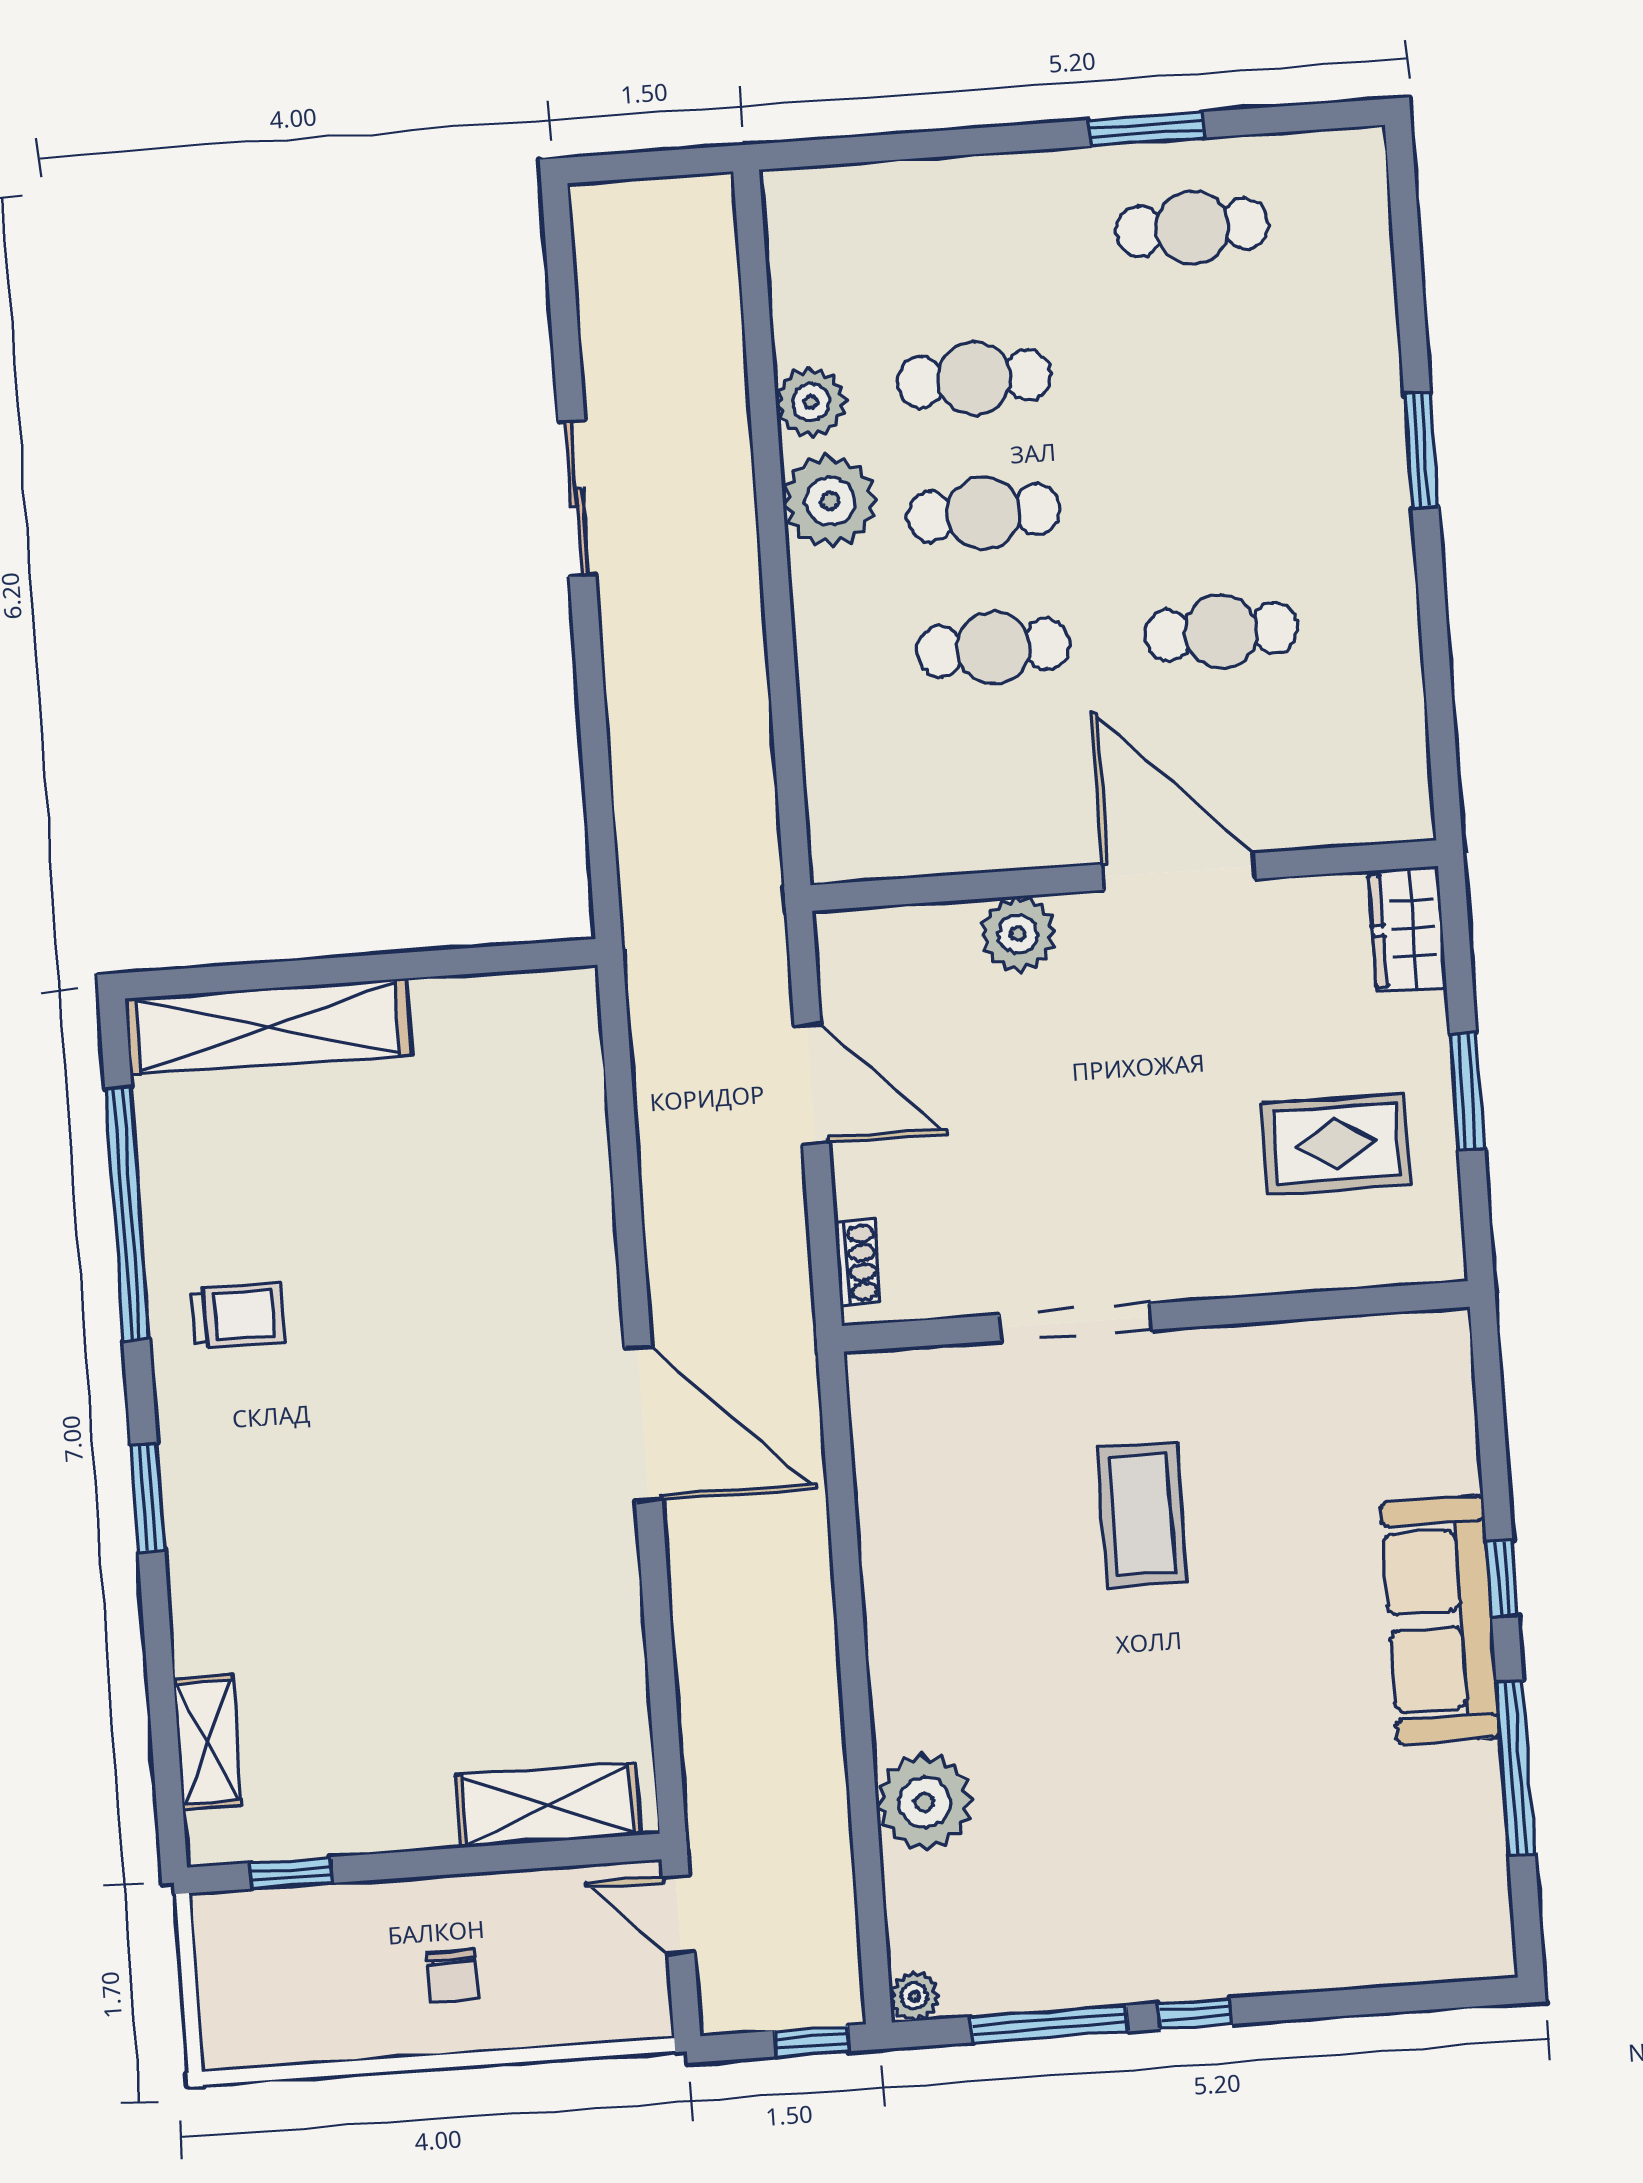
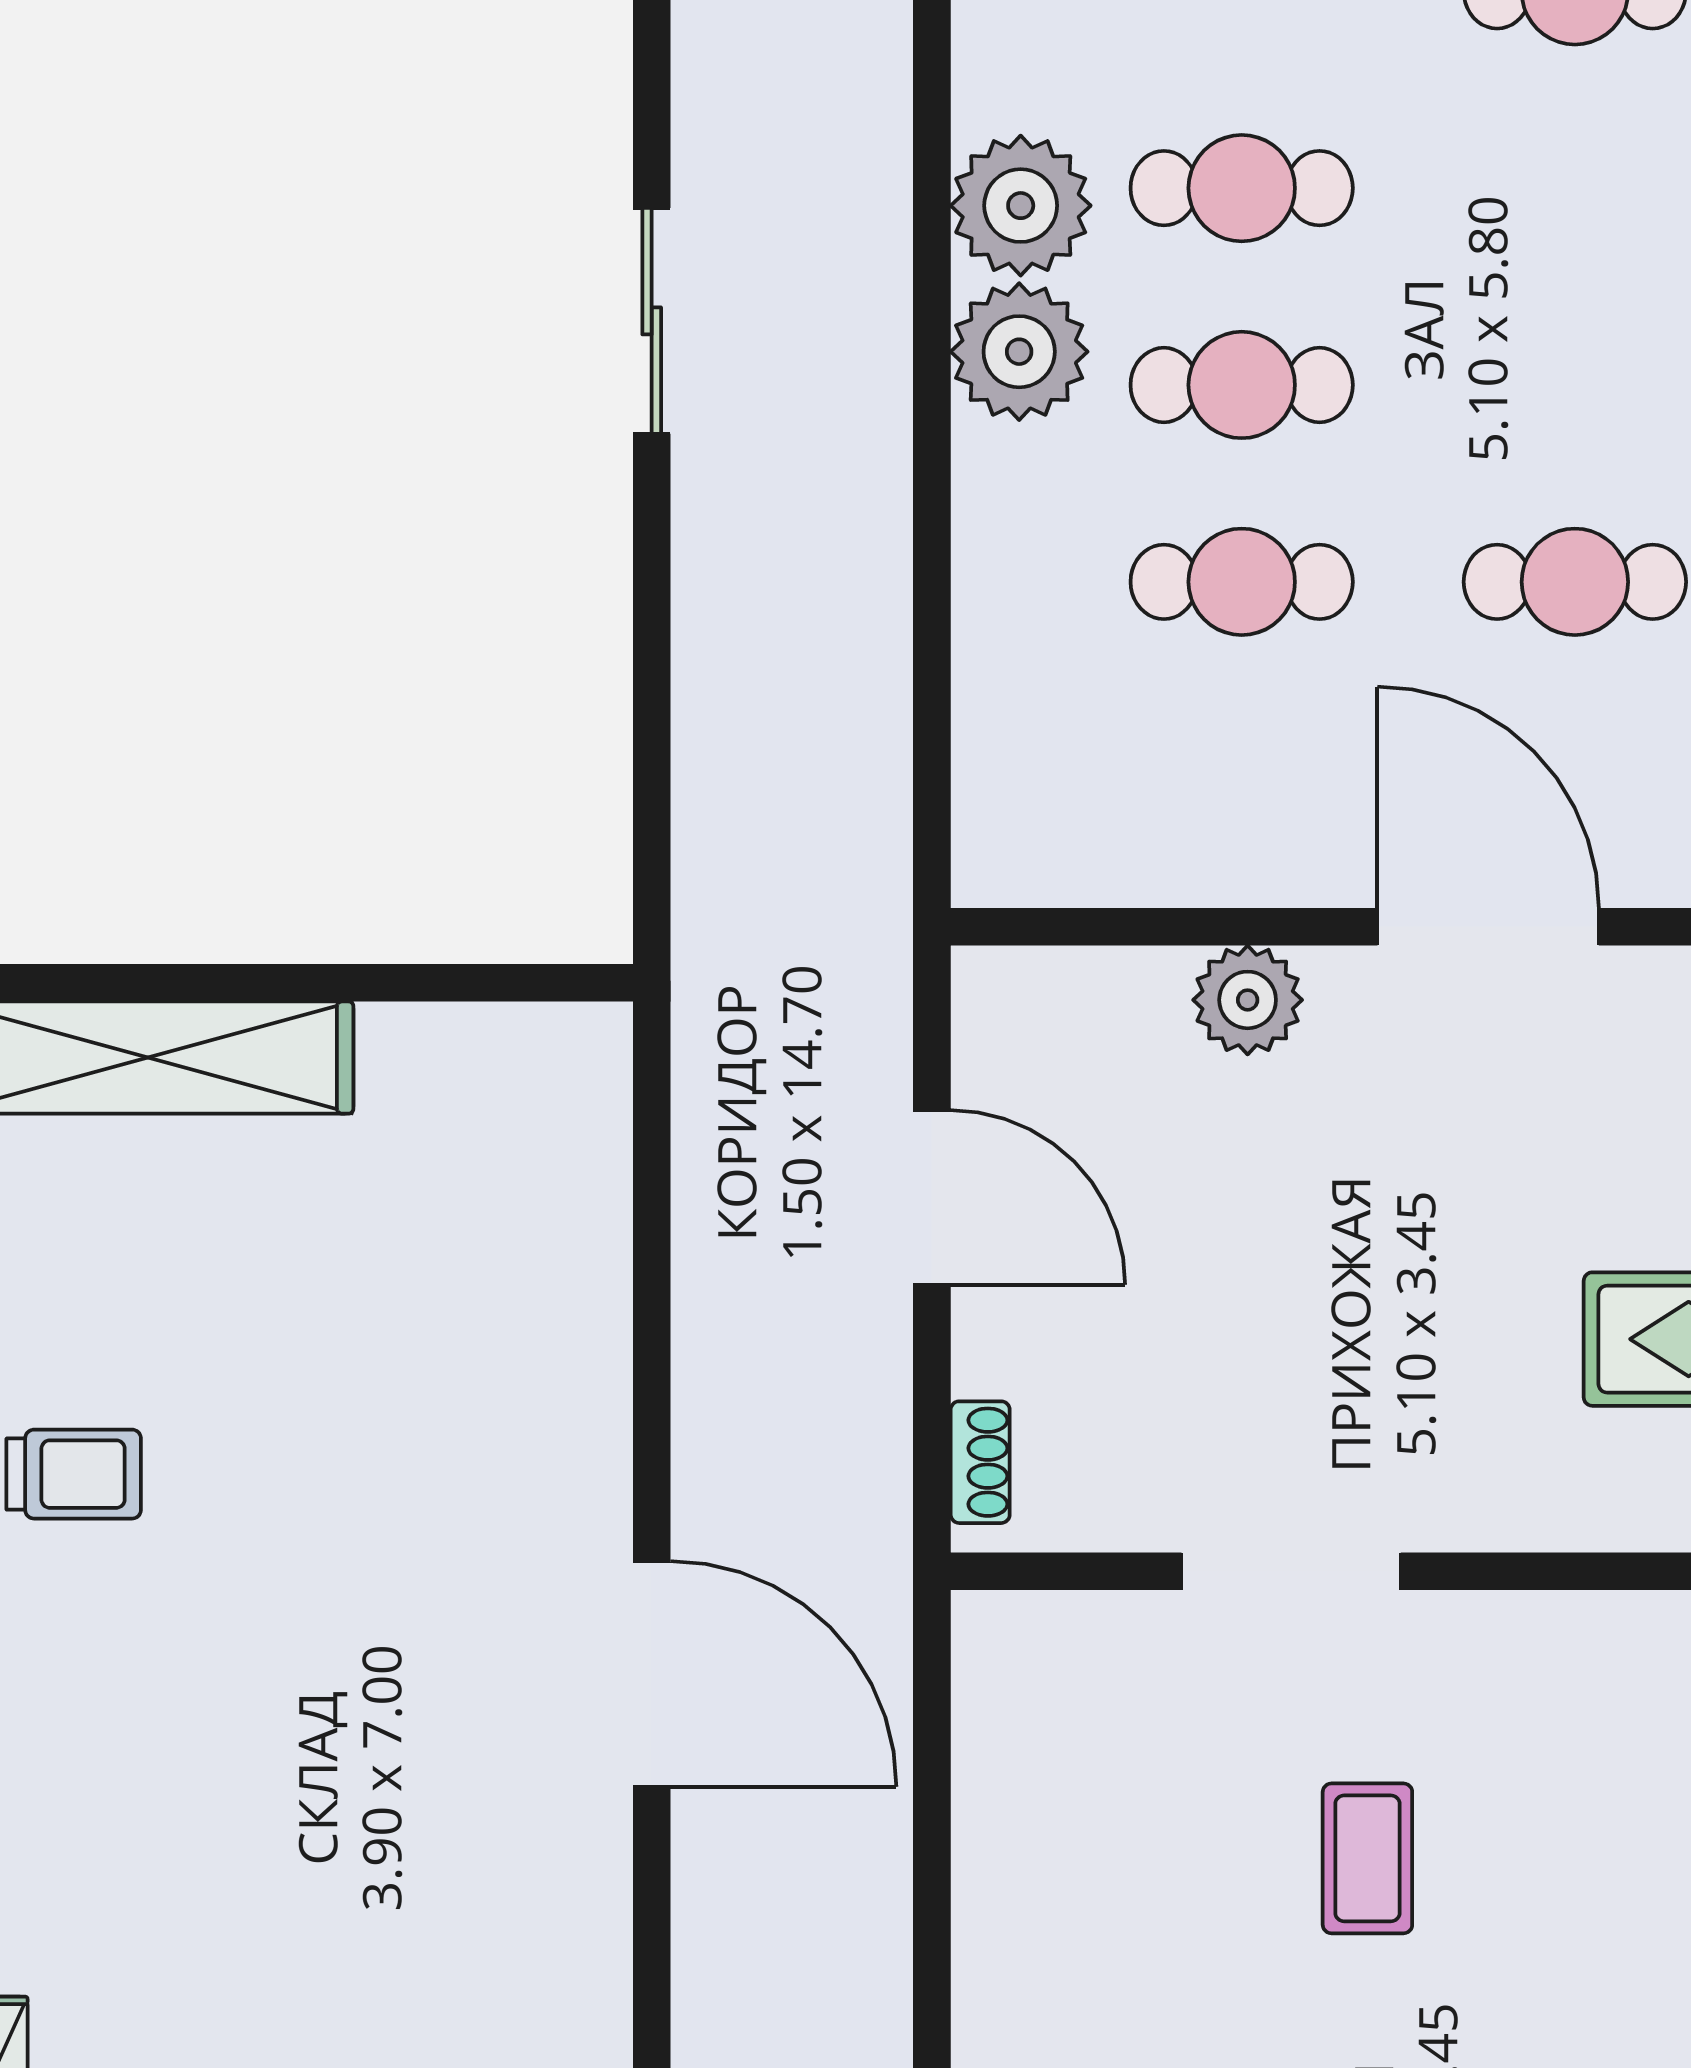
plant: (811, 402) -> (1021, 206), width x1.36, depth x1.36
coffee table: (1142, 1515) -> (1367, 1858), width x0.73, depth x0.77

